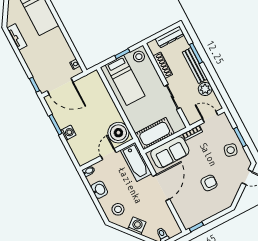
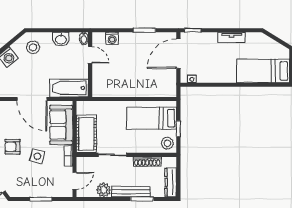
tv unit: (17, 37) -> (232, 37), moved
washing machine: (68, 133) -> (112, 38), moved
boiler: (118, 133) -> (105, 86), removed
cot: (155, 134) -> (86, 134), moved
side table: (231, 150) -> (37, 156), moved
door: (108, 154) -> (90, 55), moved
armchair: (209, 183) -> (13, 147), turned 87

